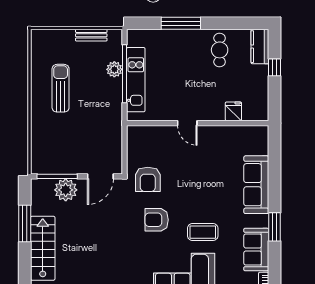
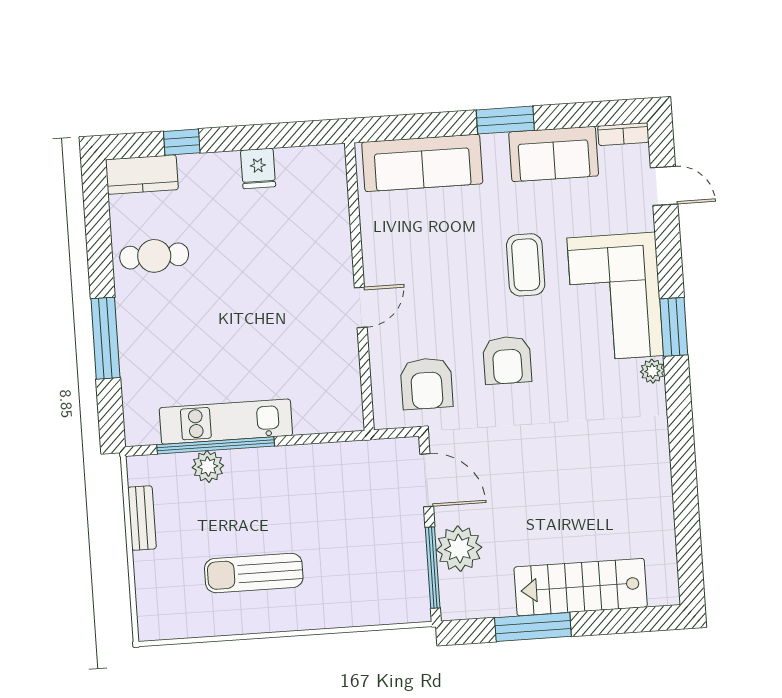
fridge: (233, 111) -> (258, 168), moved, turned -90
door: (187, 123) -> (361, 307), moved
wall: (198, 123) -> (359, 287), moved
armchair: (148, 179) -> (427, 383), turned 90

